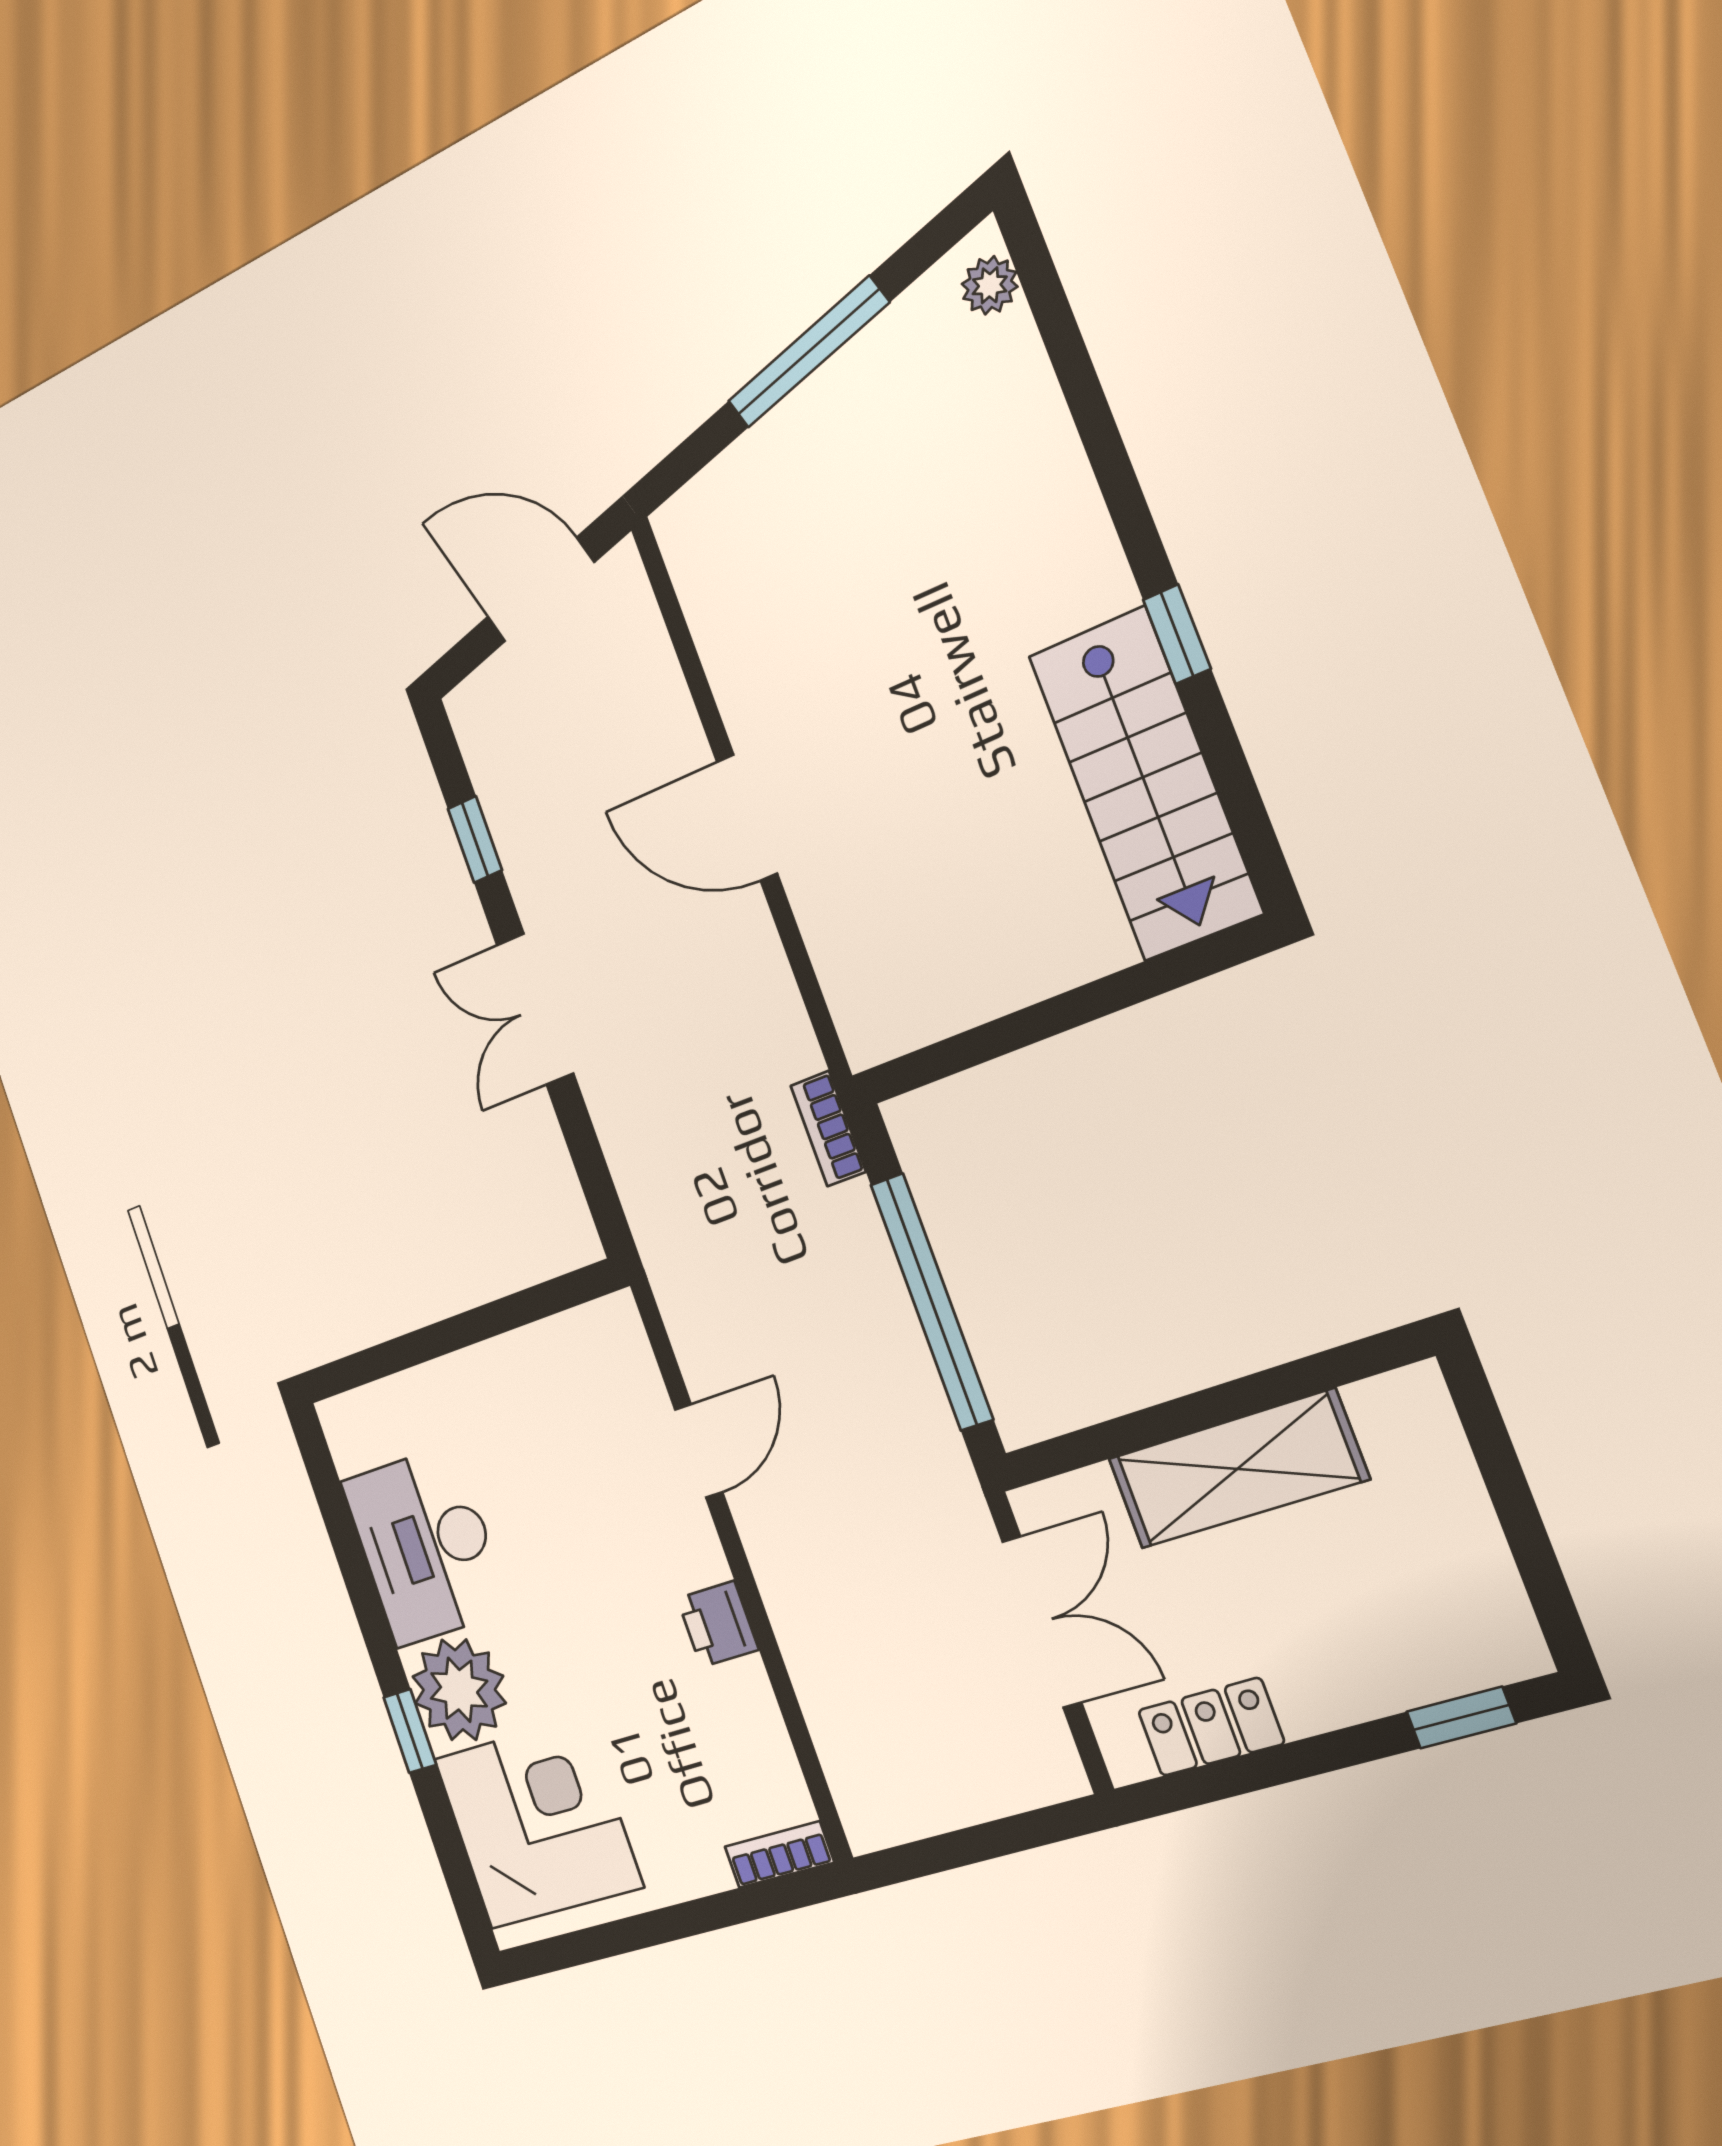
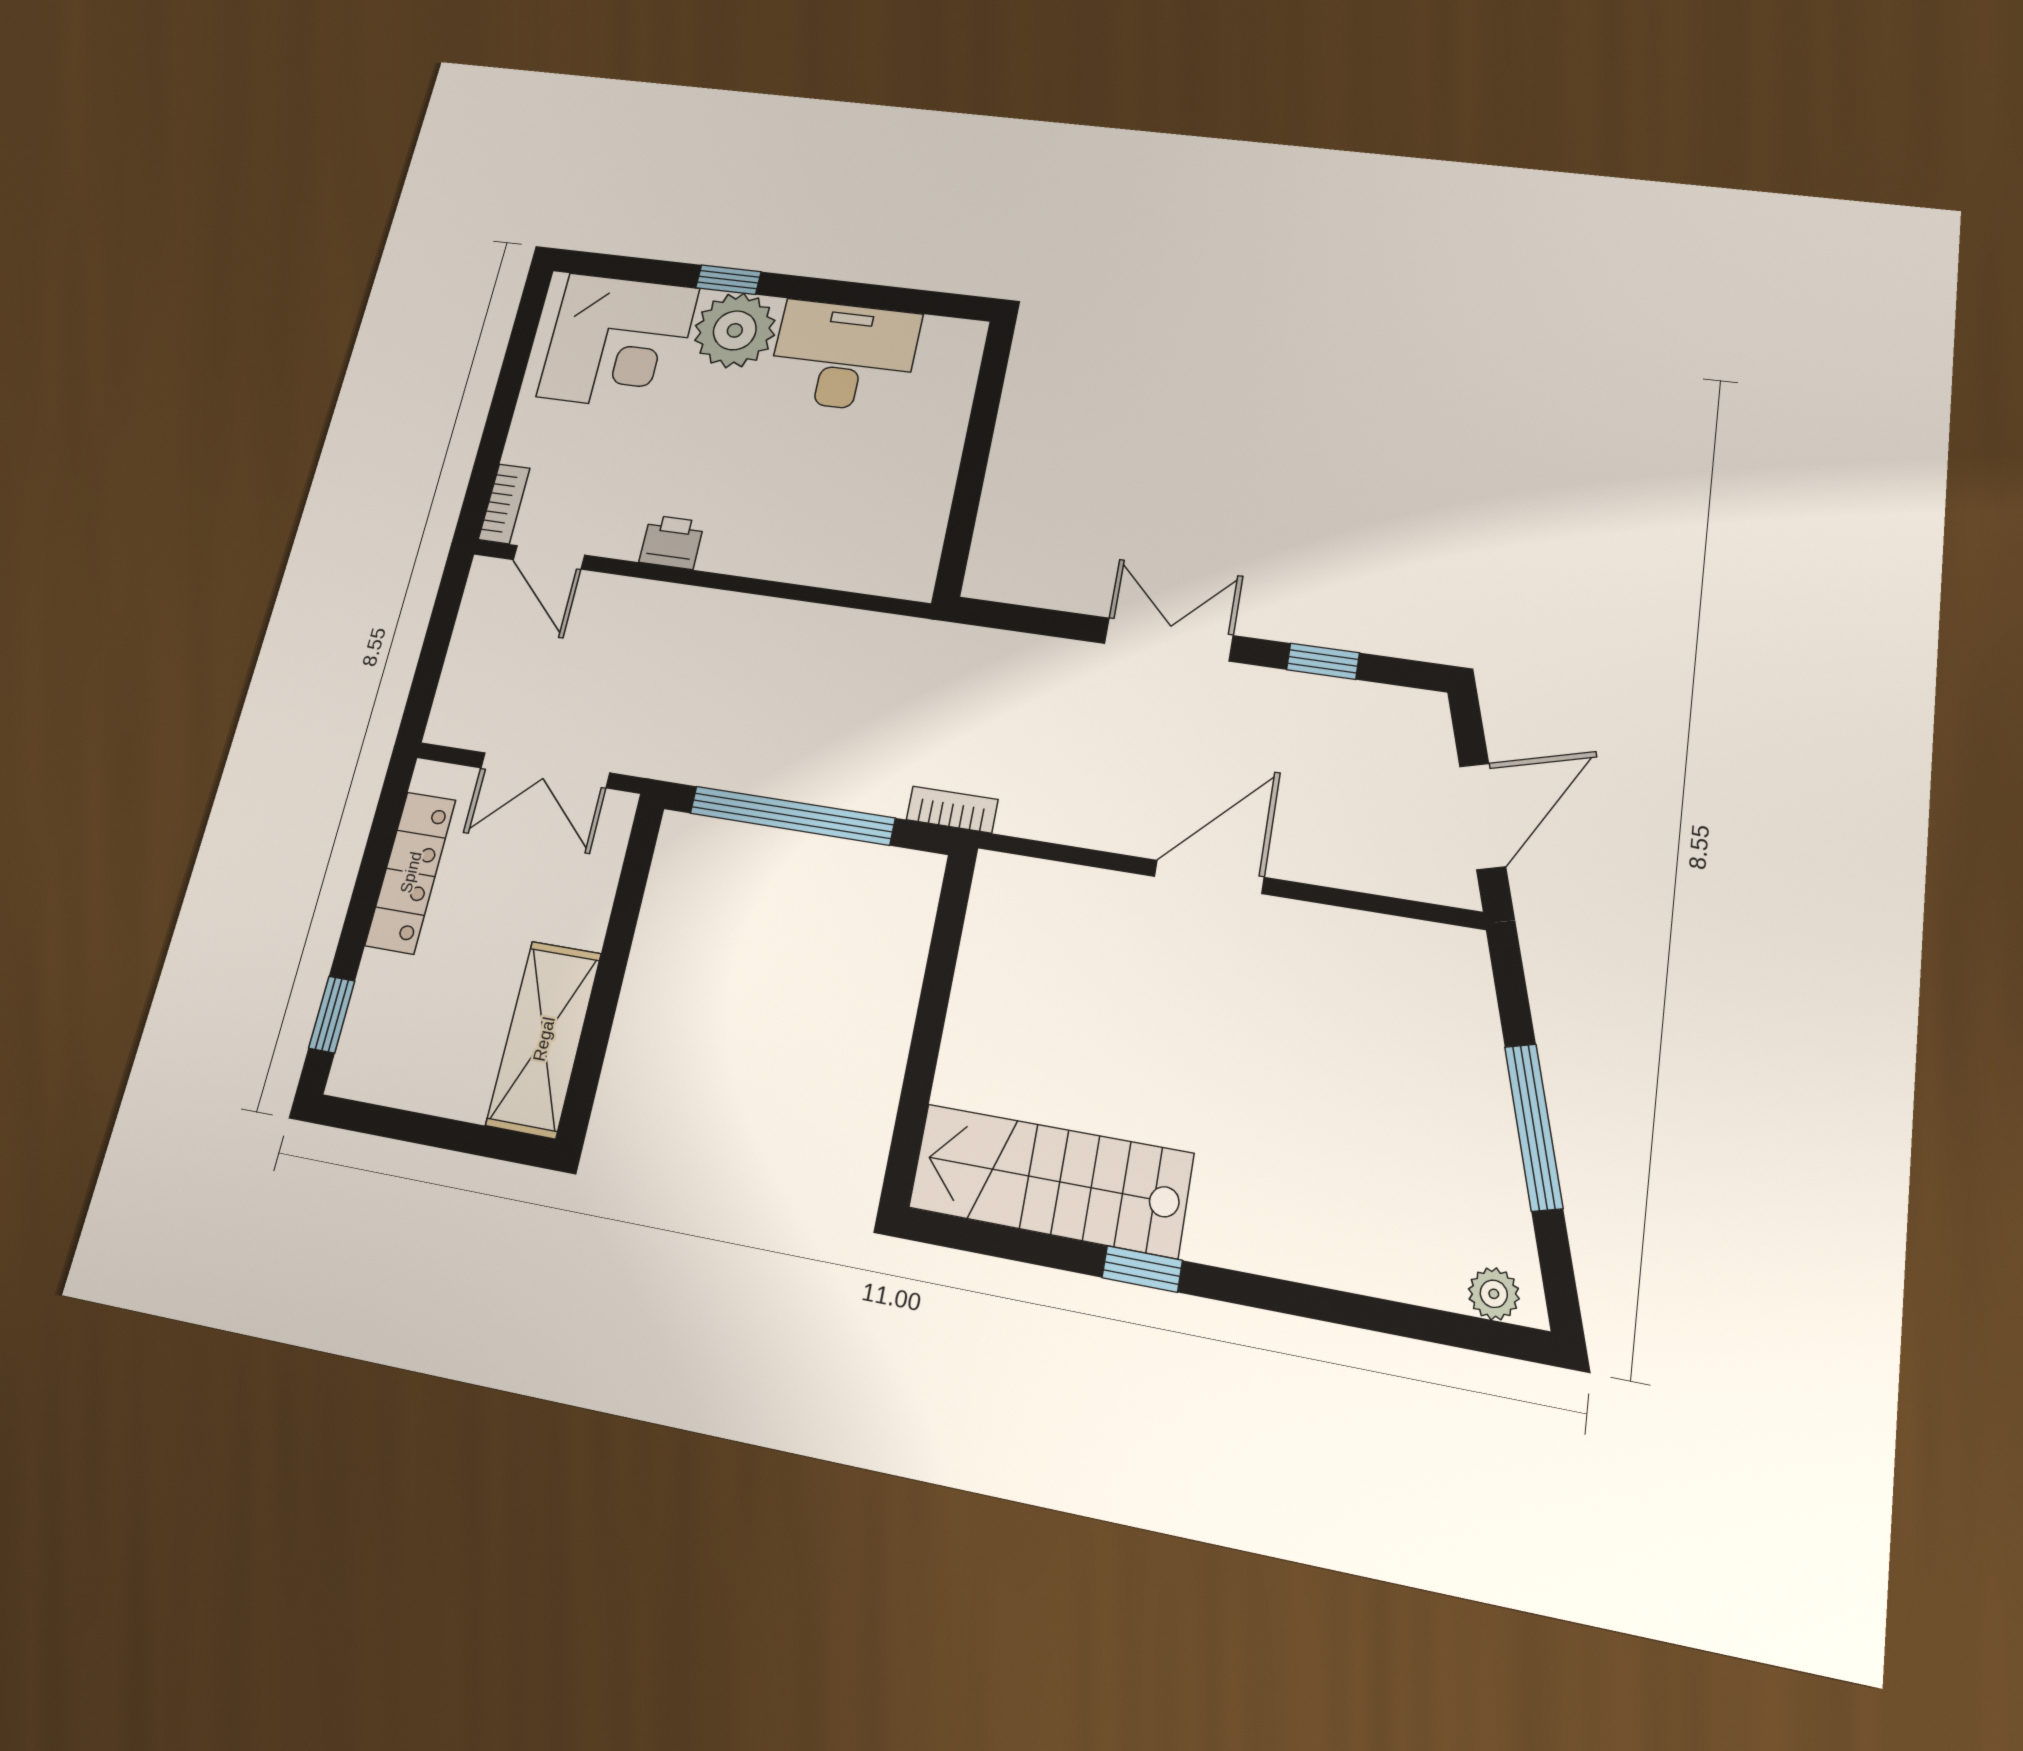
door: (699, 1451) -> (549, 557), moved
shelving: (1237, 1469) -> (544, 1039), moved
locker: (1211, 1727) -> (411, 872), width x1.53

